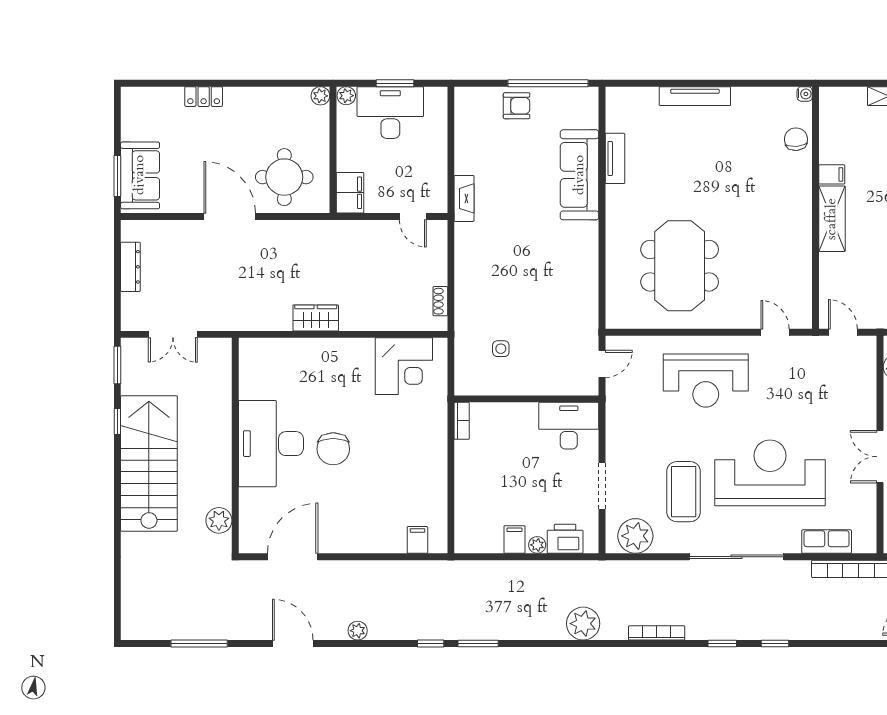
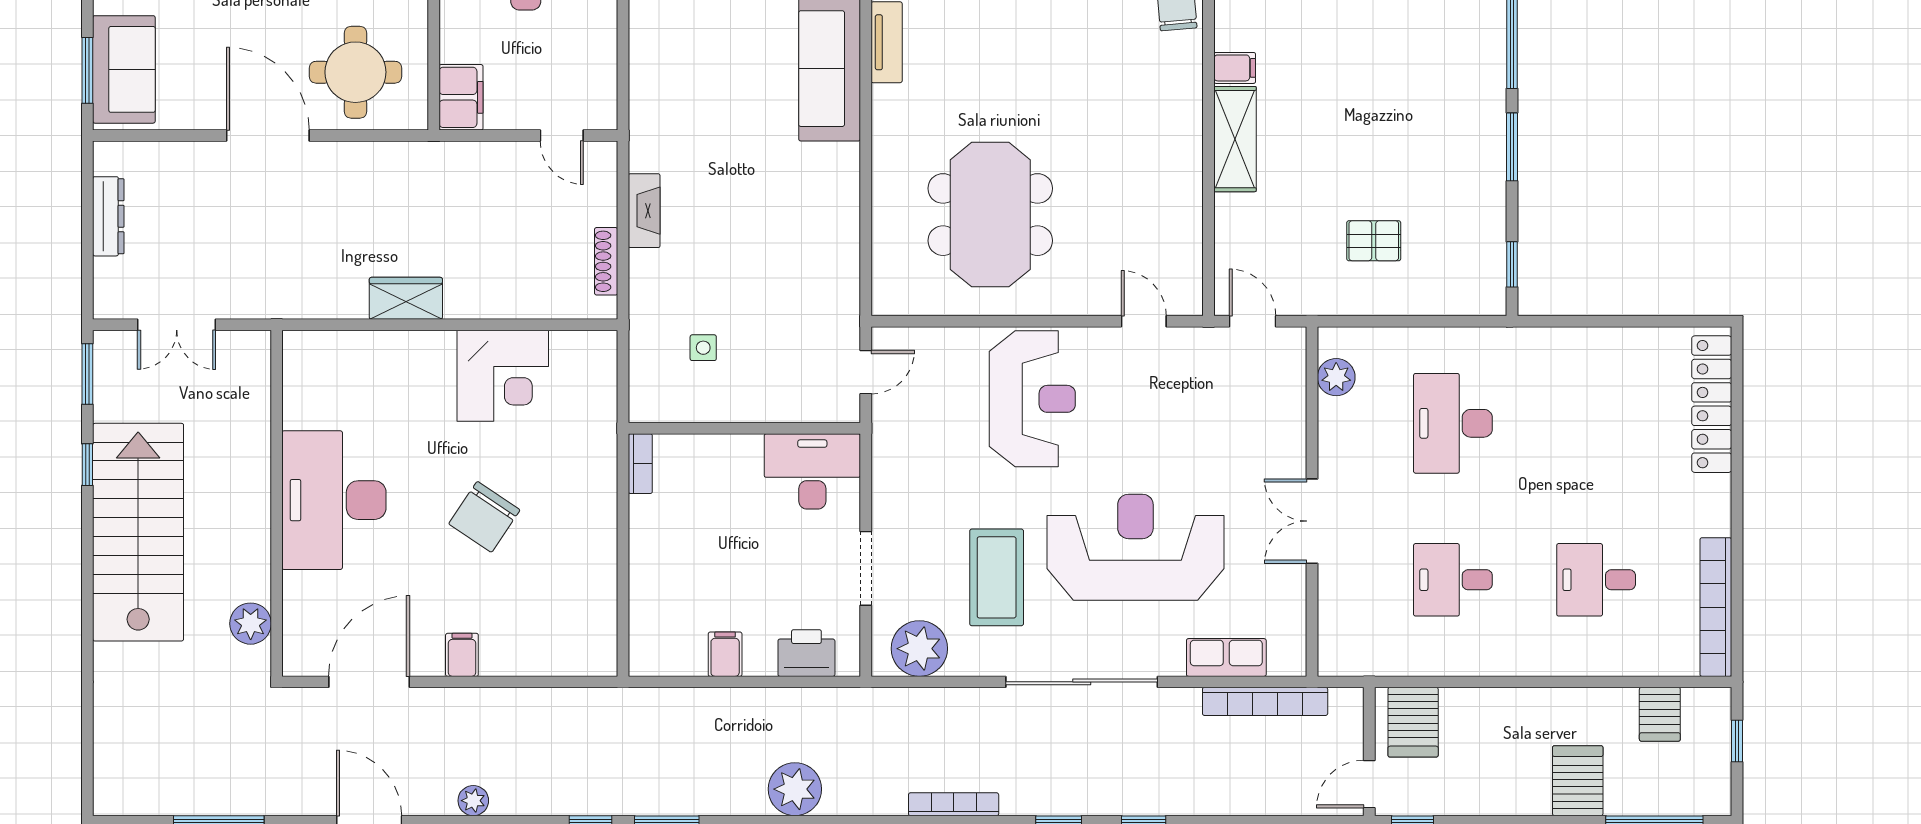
fireplace: (464, 198) -> (644, 211), moved
shoe rack: (440, 301) -> (606, 261), width x1.43
corner desk: (404, 366) -> (503, 376), moved
reception desk: (706, 380) -> (1032, 399), turned -90
chair: (333, 449) -> (484, 517), moved, turned 34
filing cabinet: (417, 540) -> (462, 655), moved
plant: (537, 545) -> (762, 663), removed
plant: (583, 624) -> (795, 789), moved

